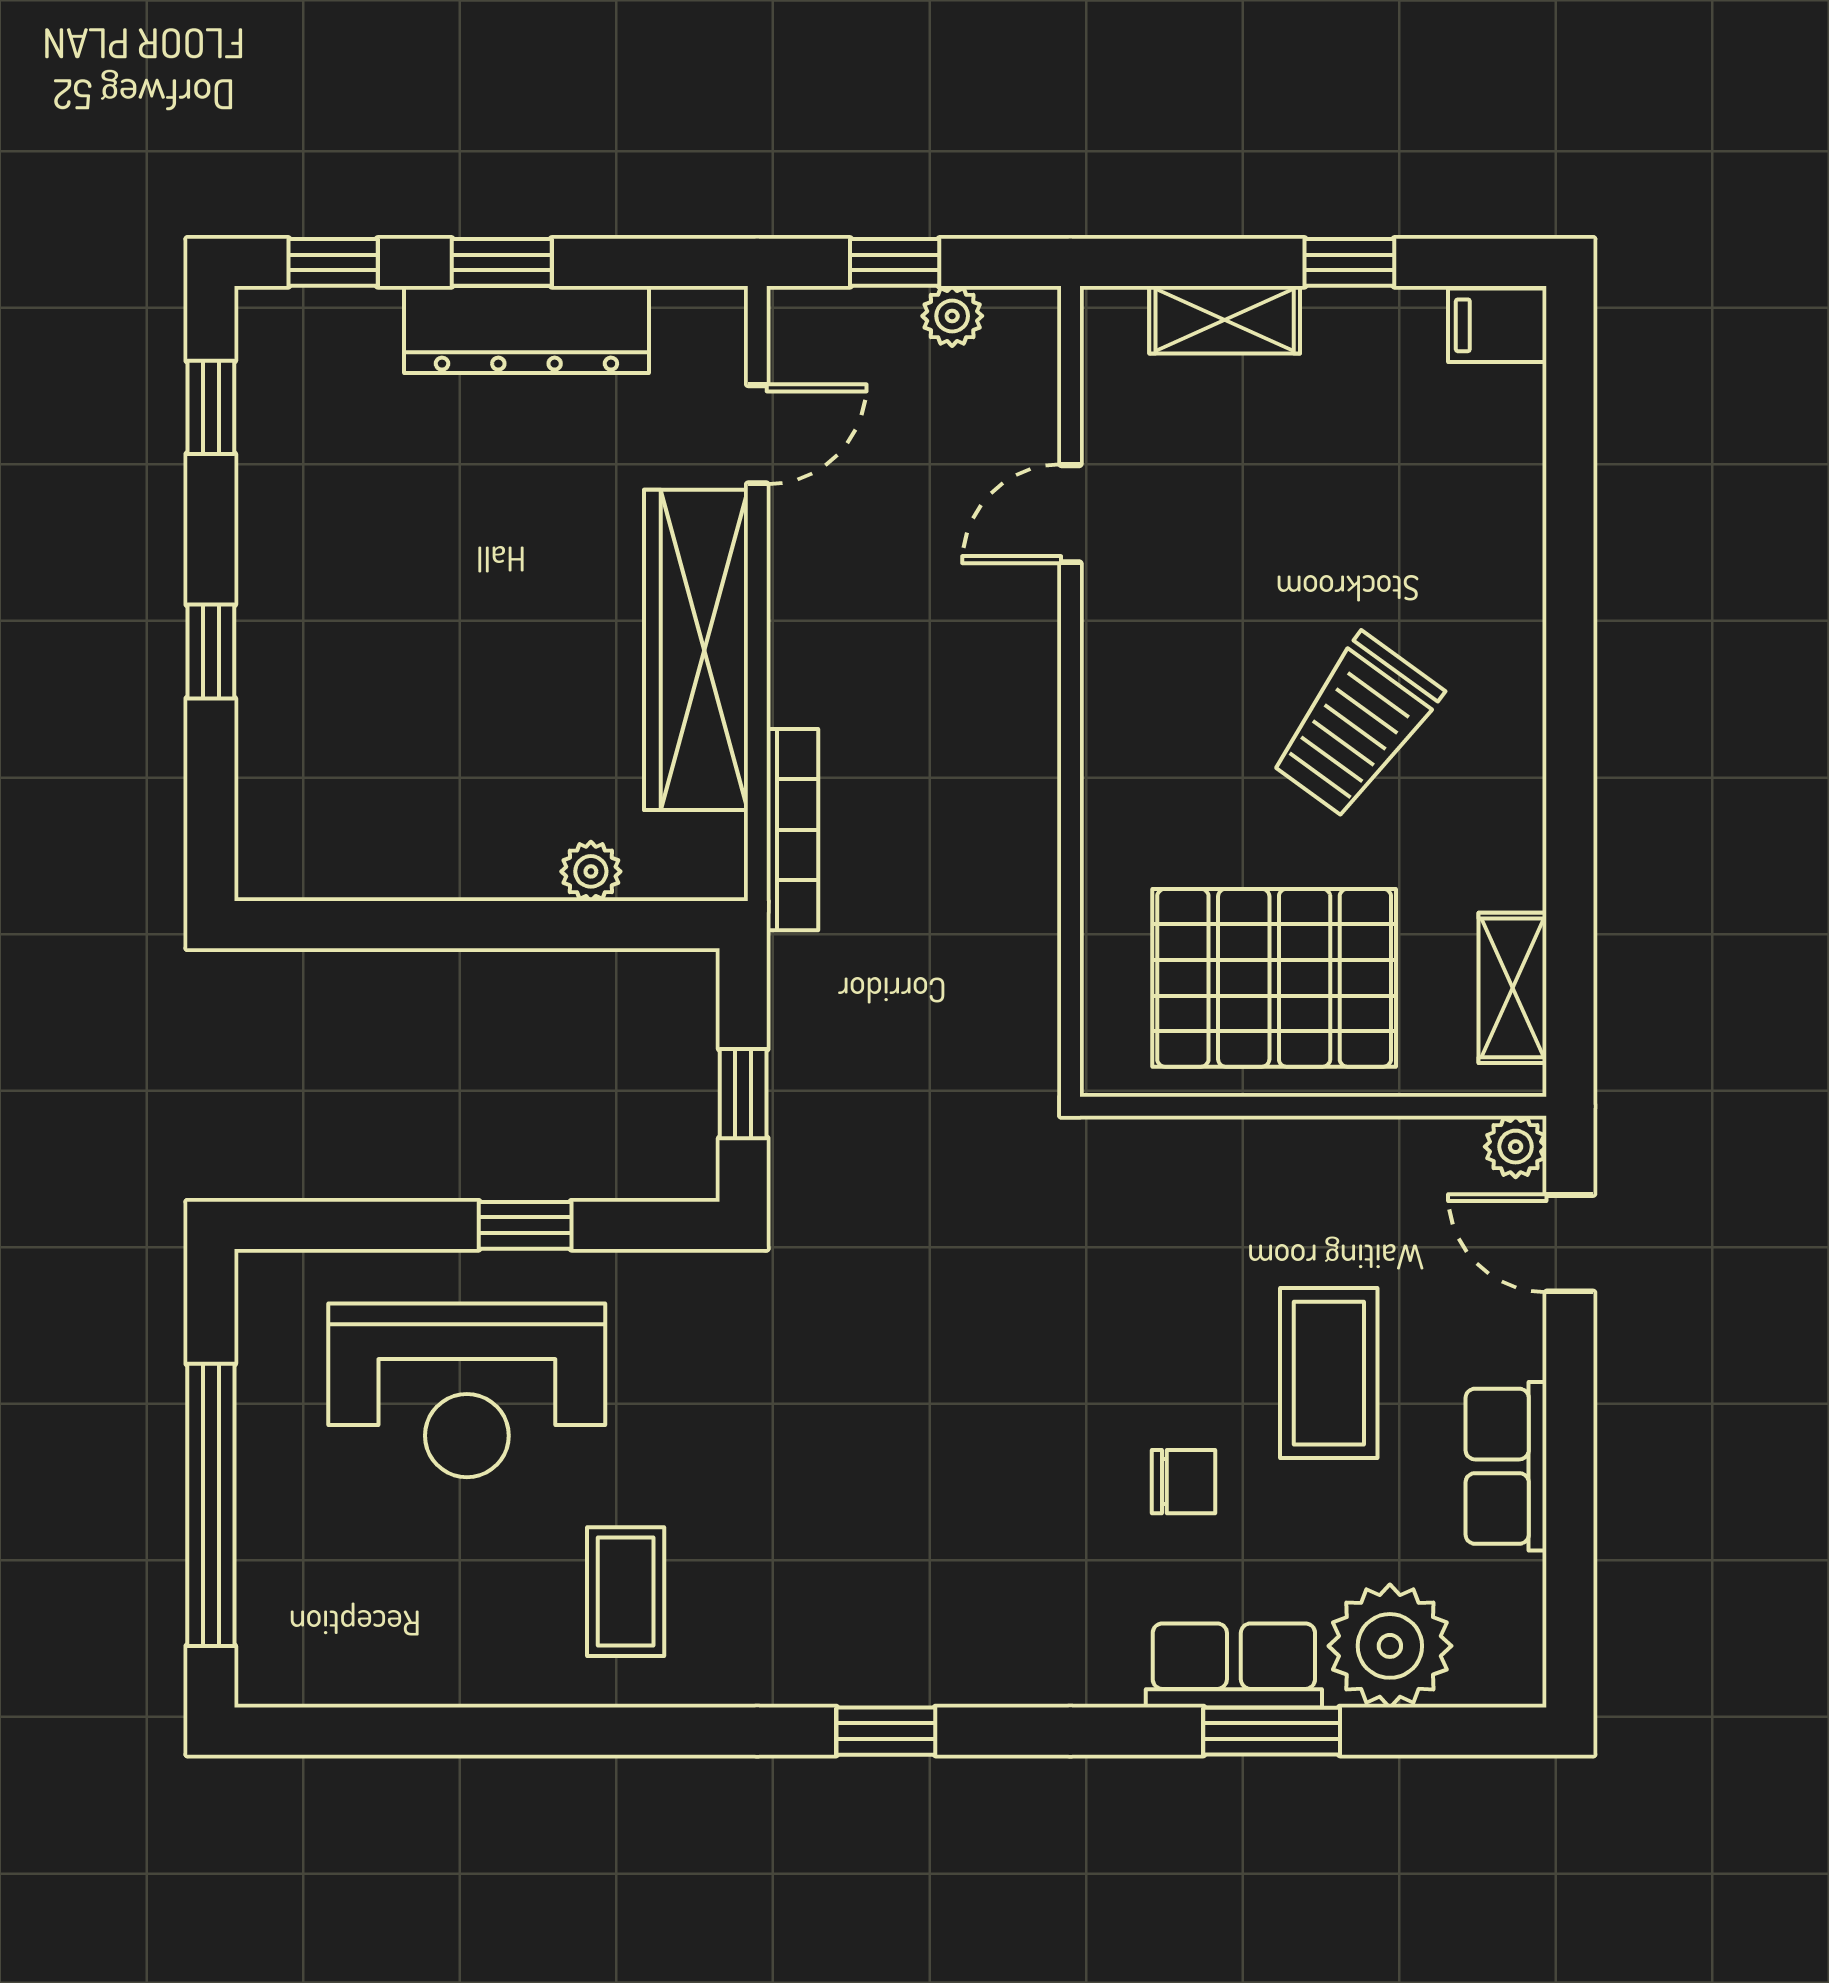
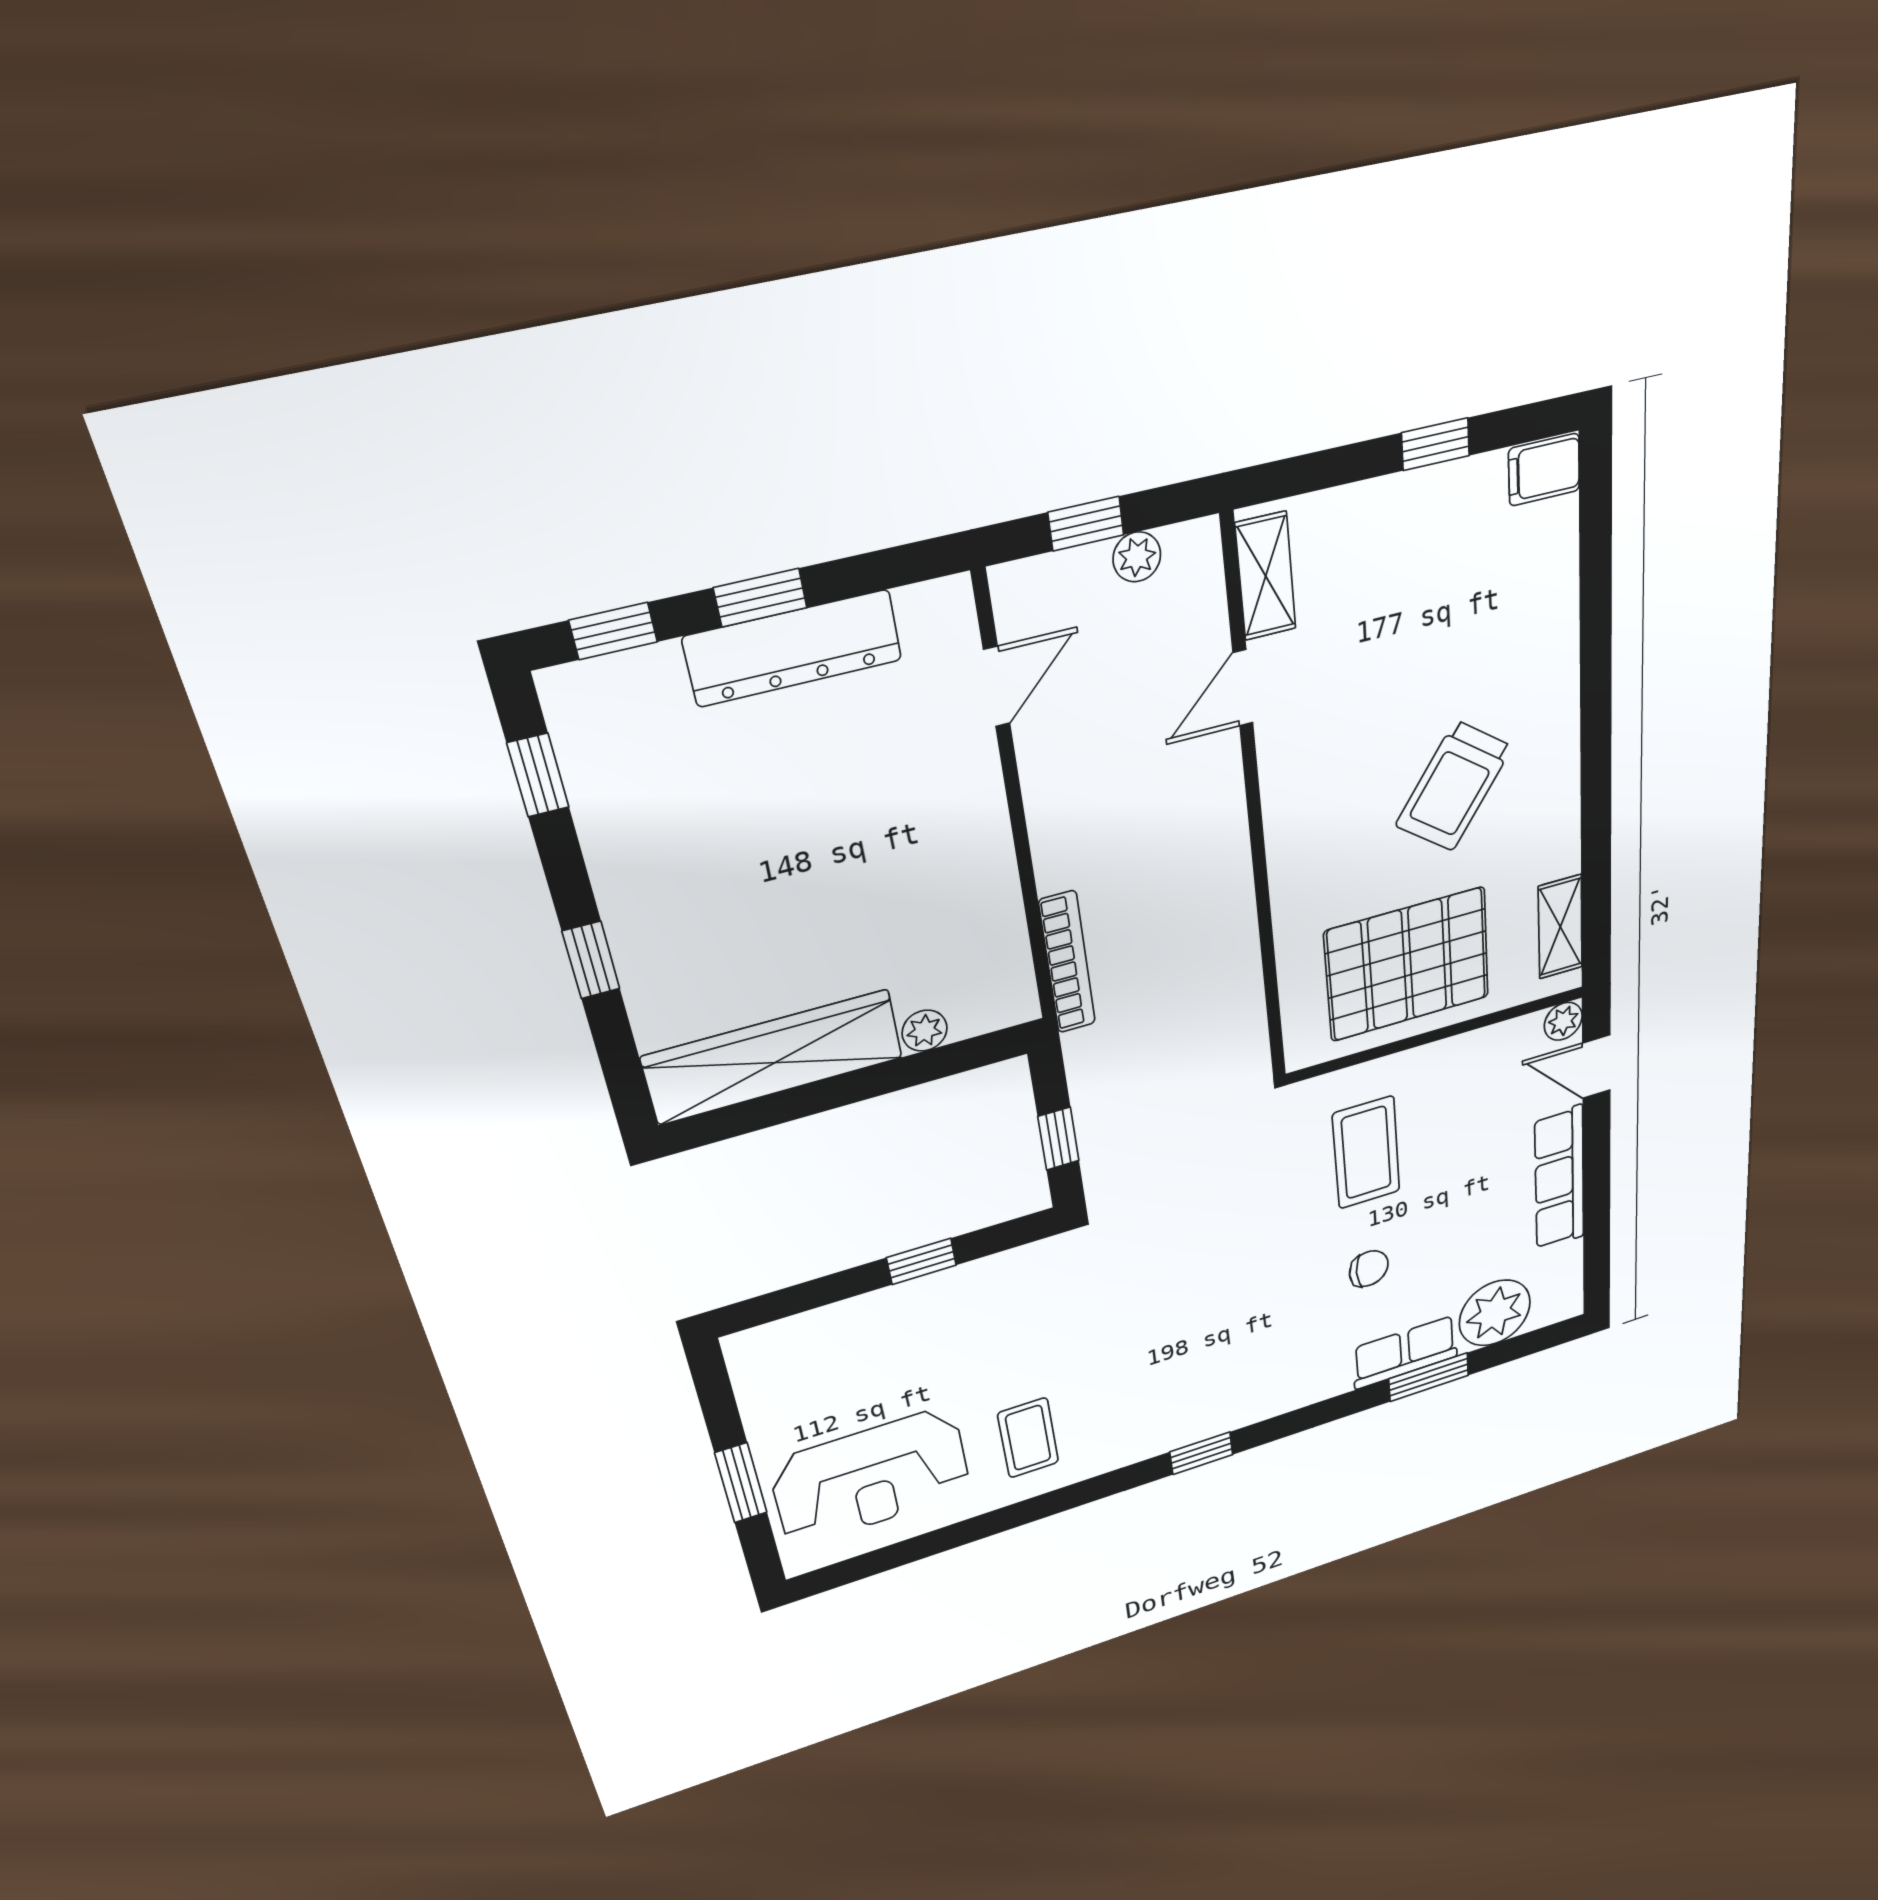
shelving: (1225, 320) -> (1266, 576), moved, turned 90
wardrobe: (696, 650) -> (773, 1057), moved, turned 90
coffee table: (1329, 1373) -> (1366, 1153), moved
reception desk: (467, 1390) -> (871, 1477), moved
row of seats: (1506, 1466) -> (1559, 1178), width x1.48
window: (211, 1505) -> (741, 1483), width x0.47

